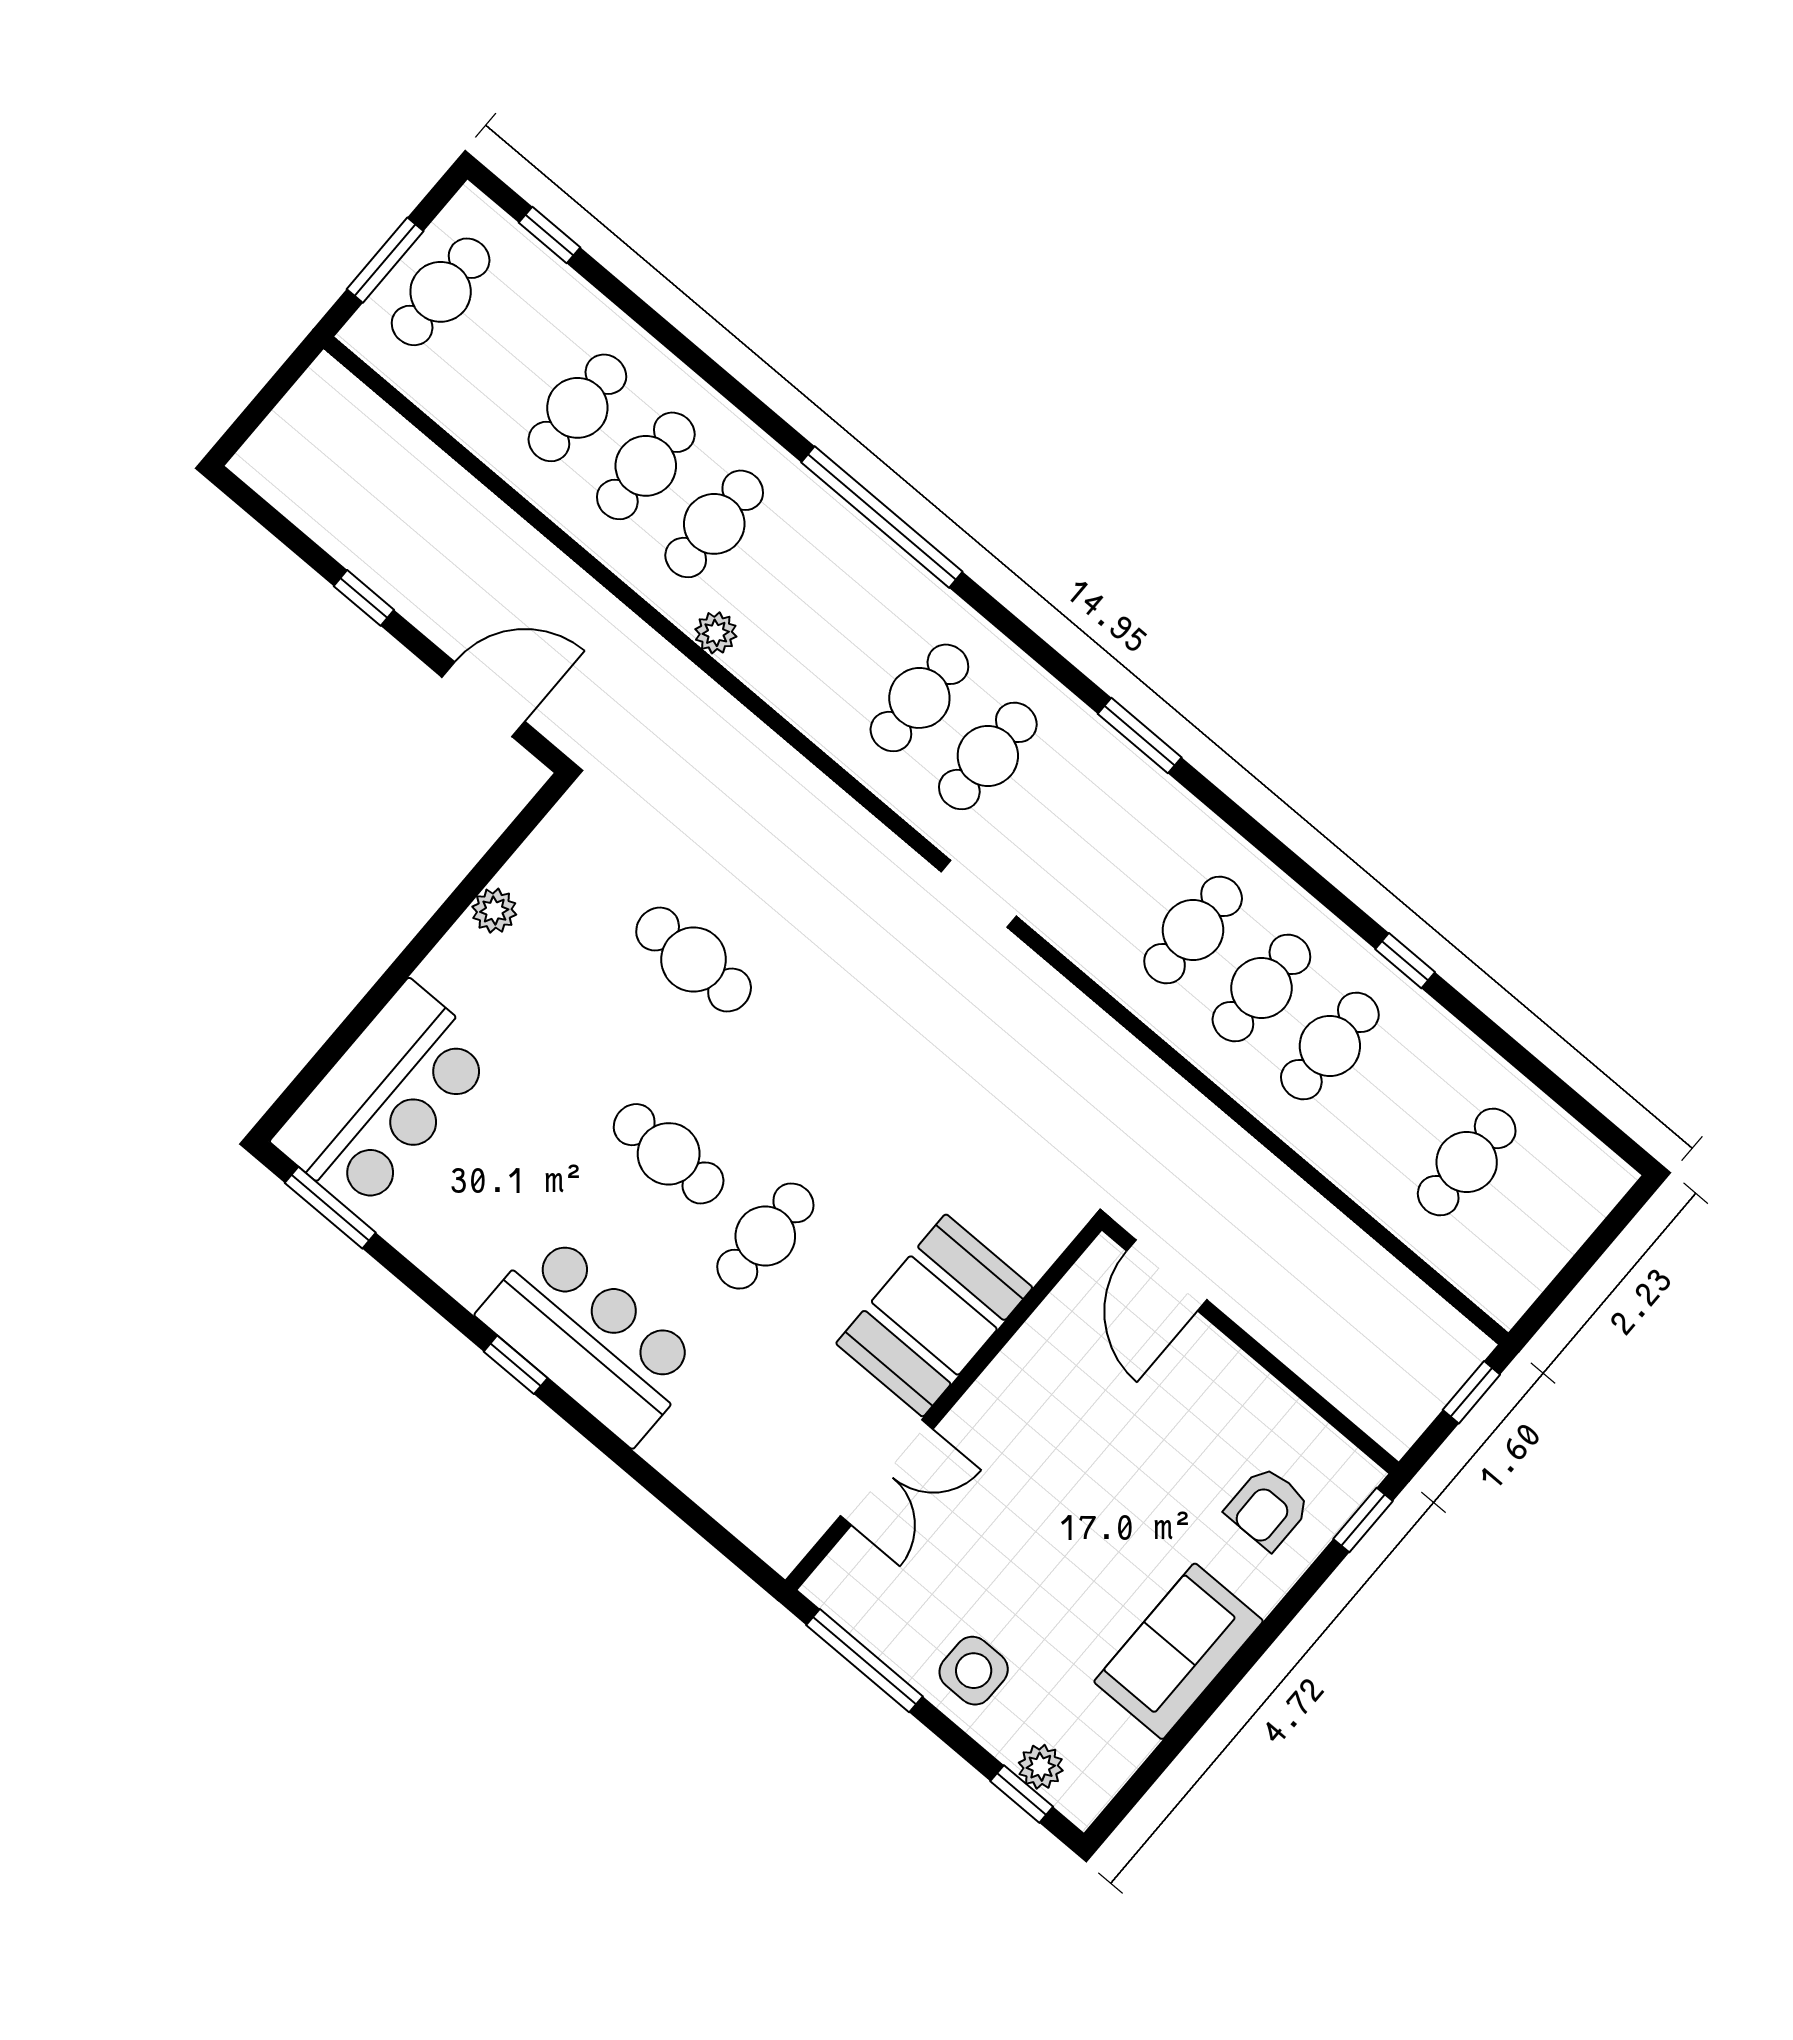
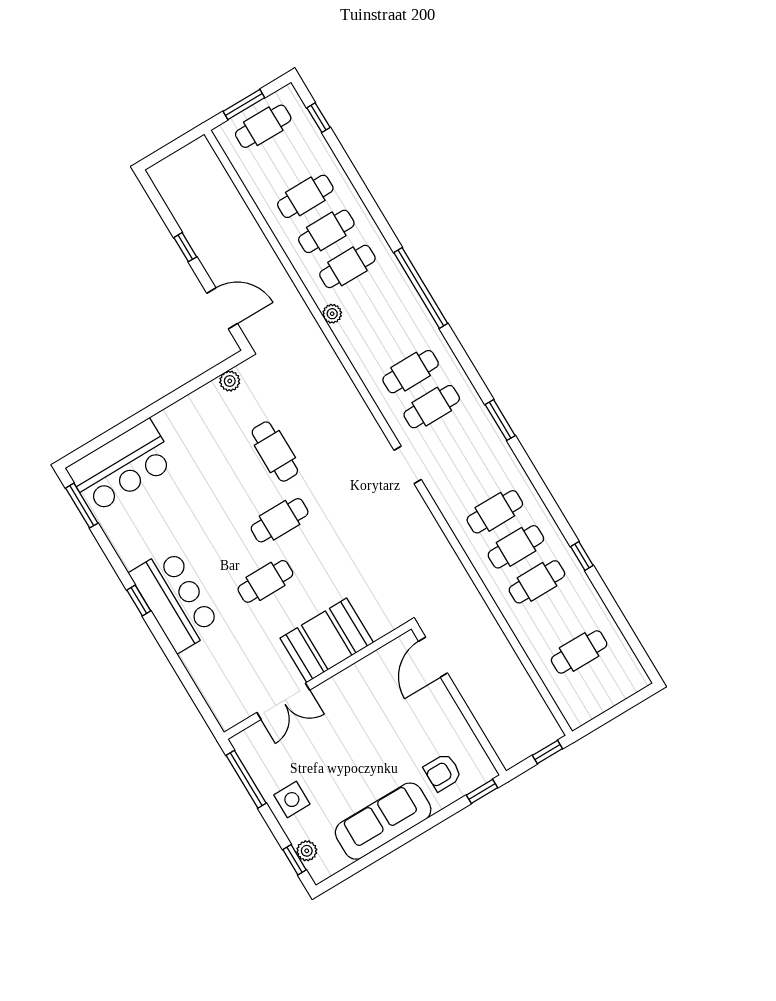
plant: (494, 911) -> (230, 381), moved
cafe table: (669, 1154) -> (280, 520), moved, turned 90
sofa: (1178, 1651) -> (383, 821), width x1.36

